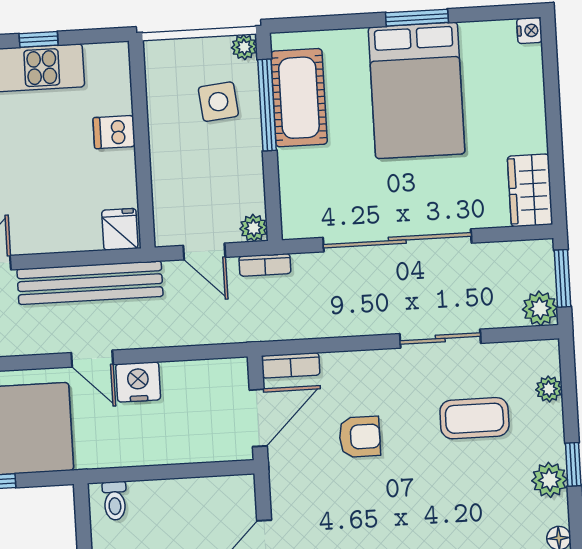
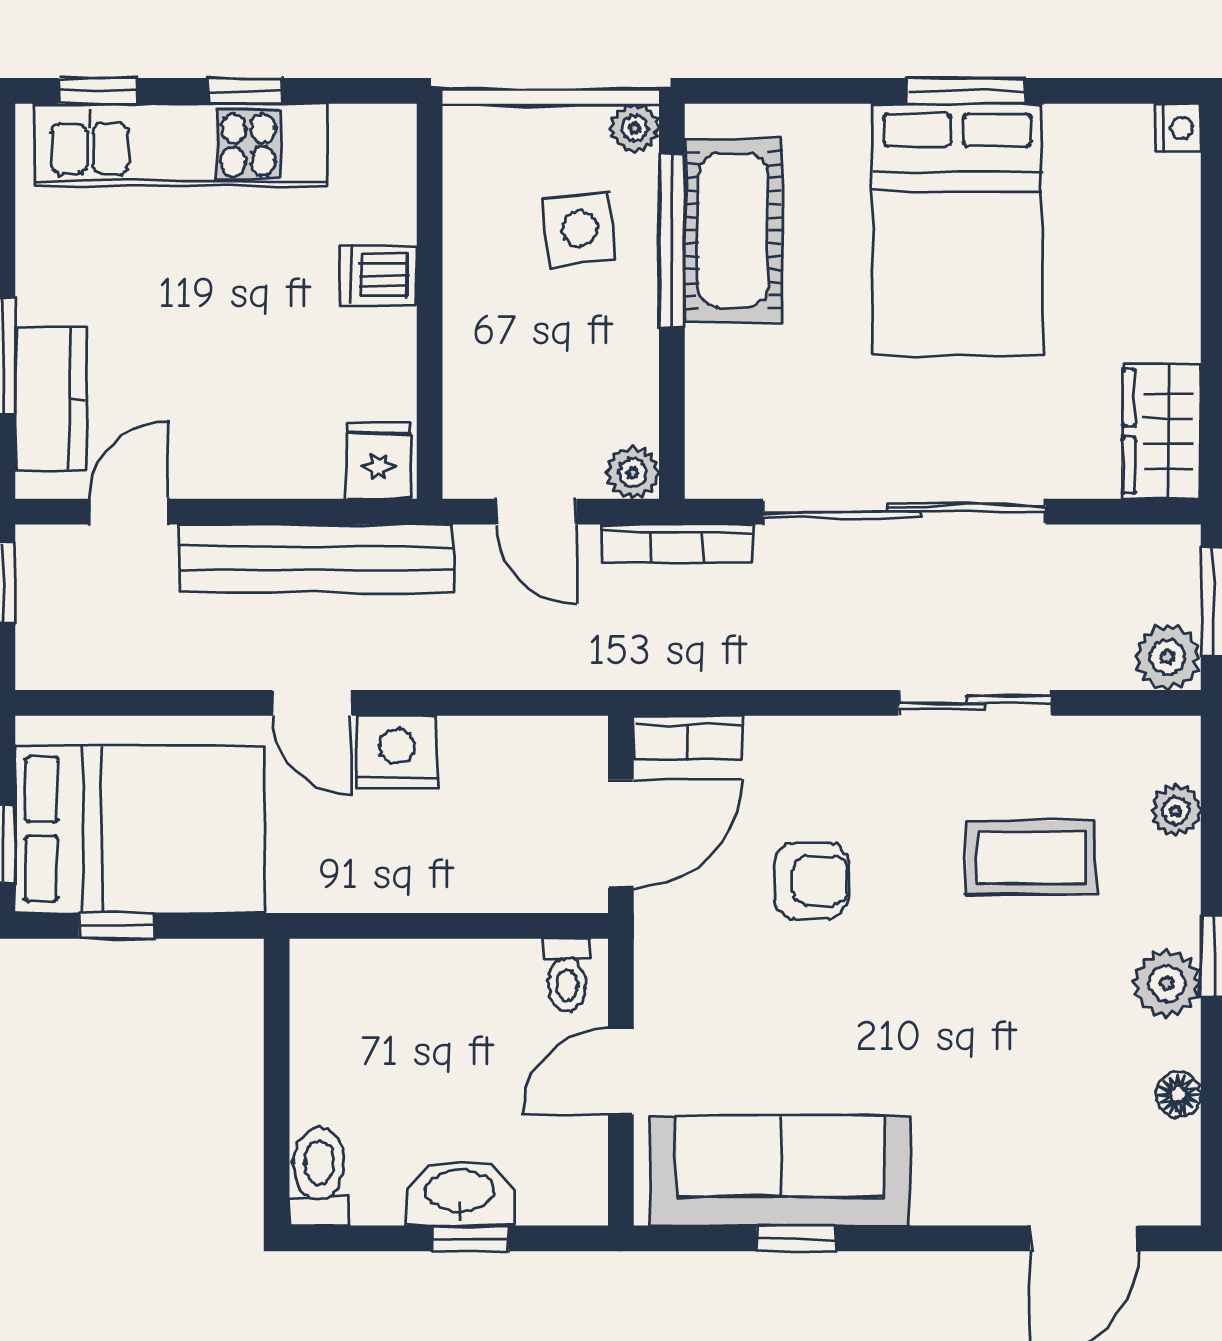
bookcase: (265, 265) -> (677, 544), width x1.56
toilet: (115, 501) -> (567, 975), moved

